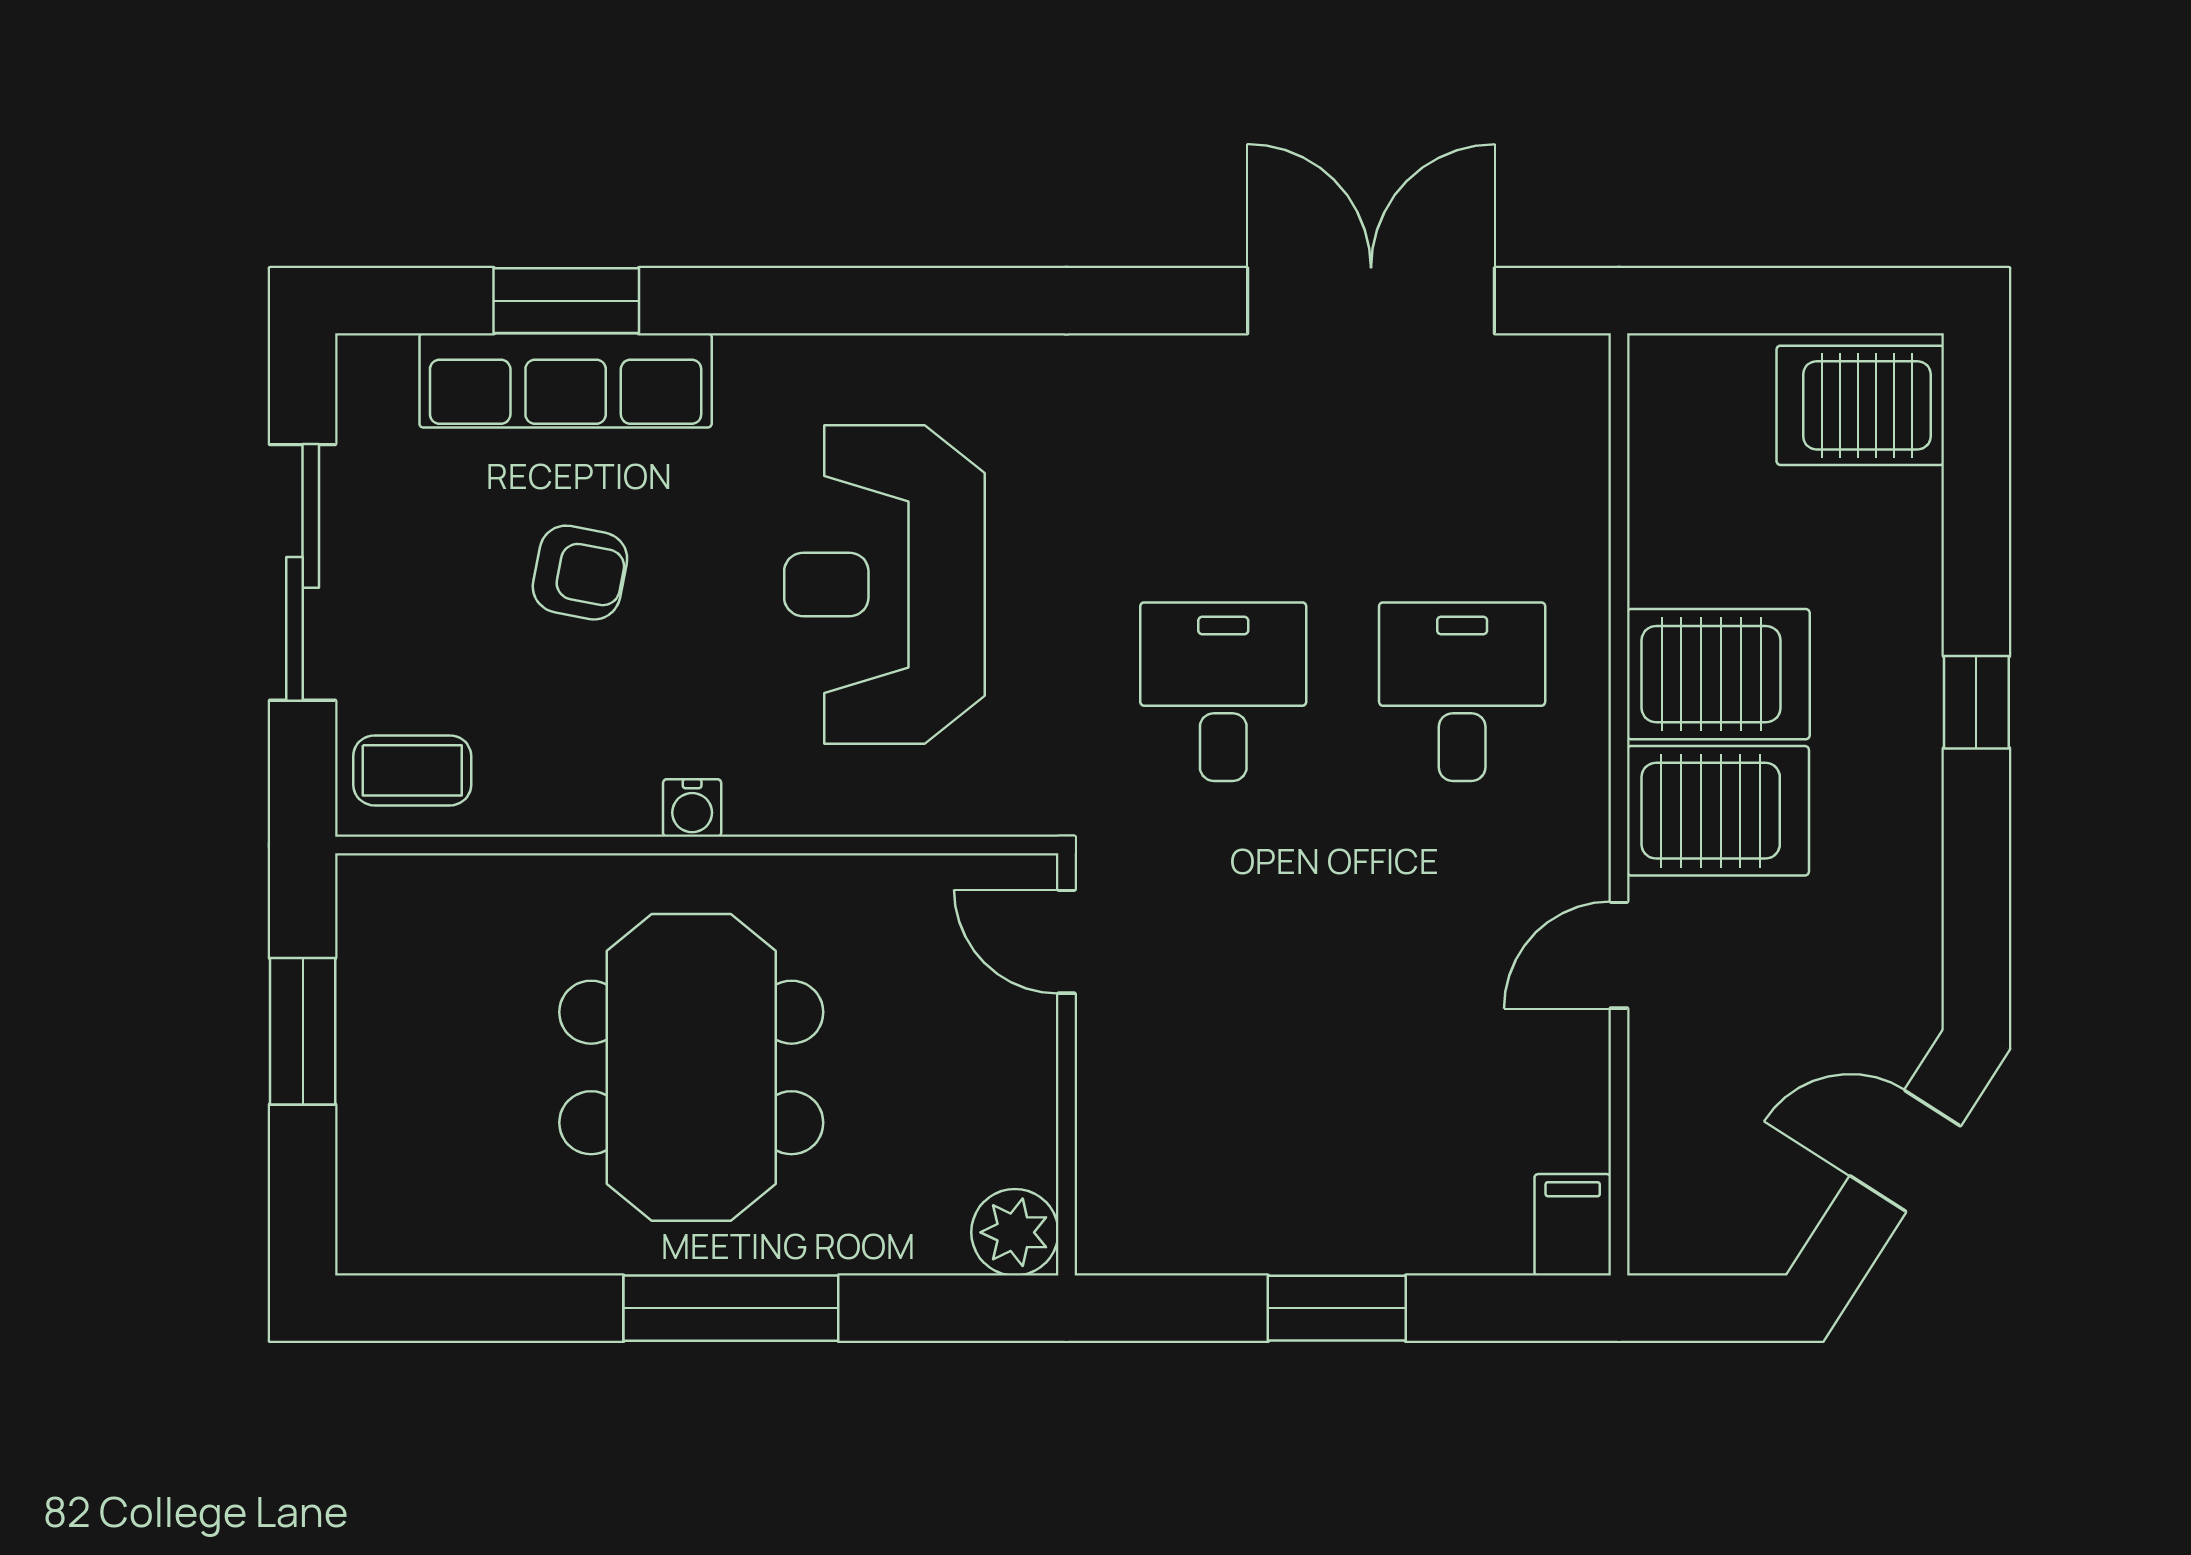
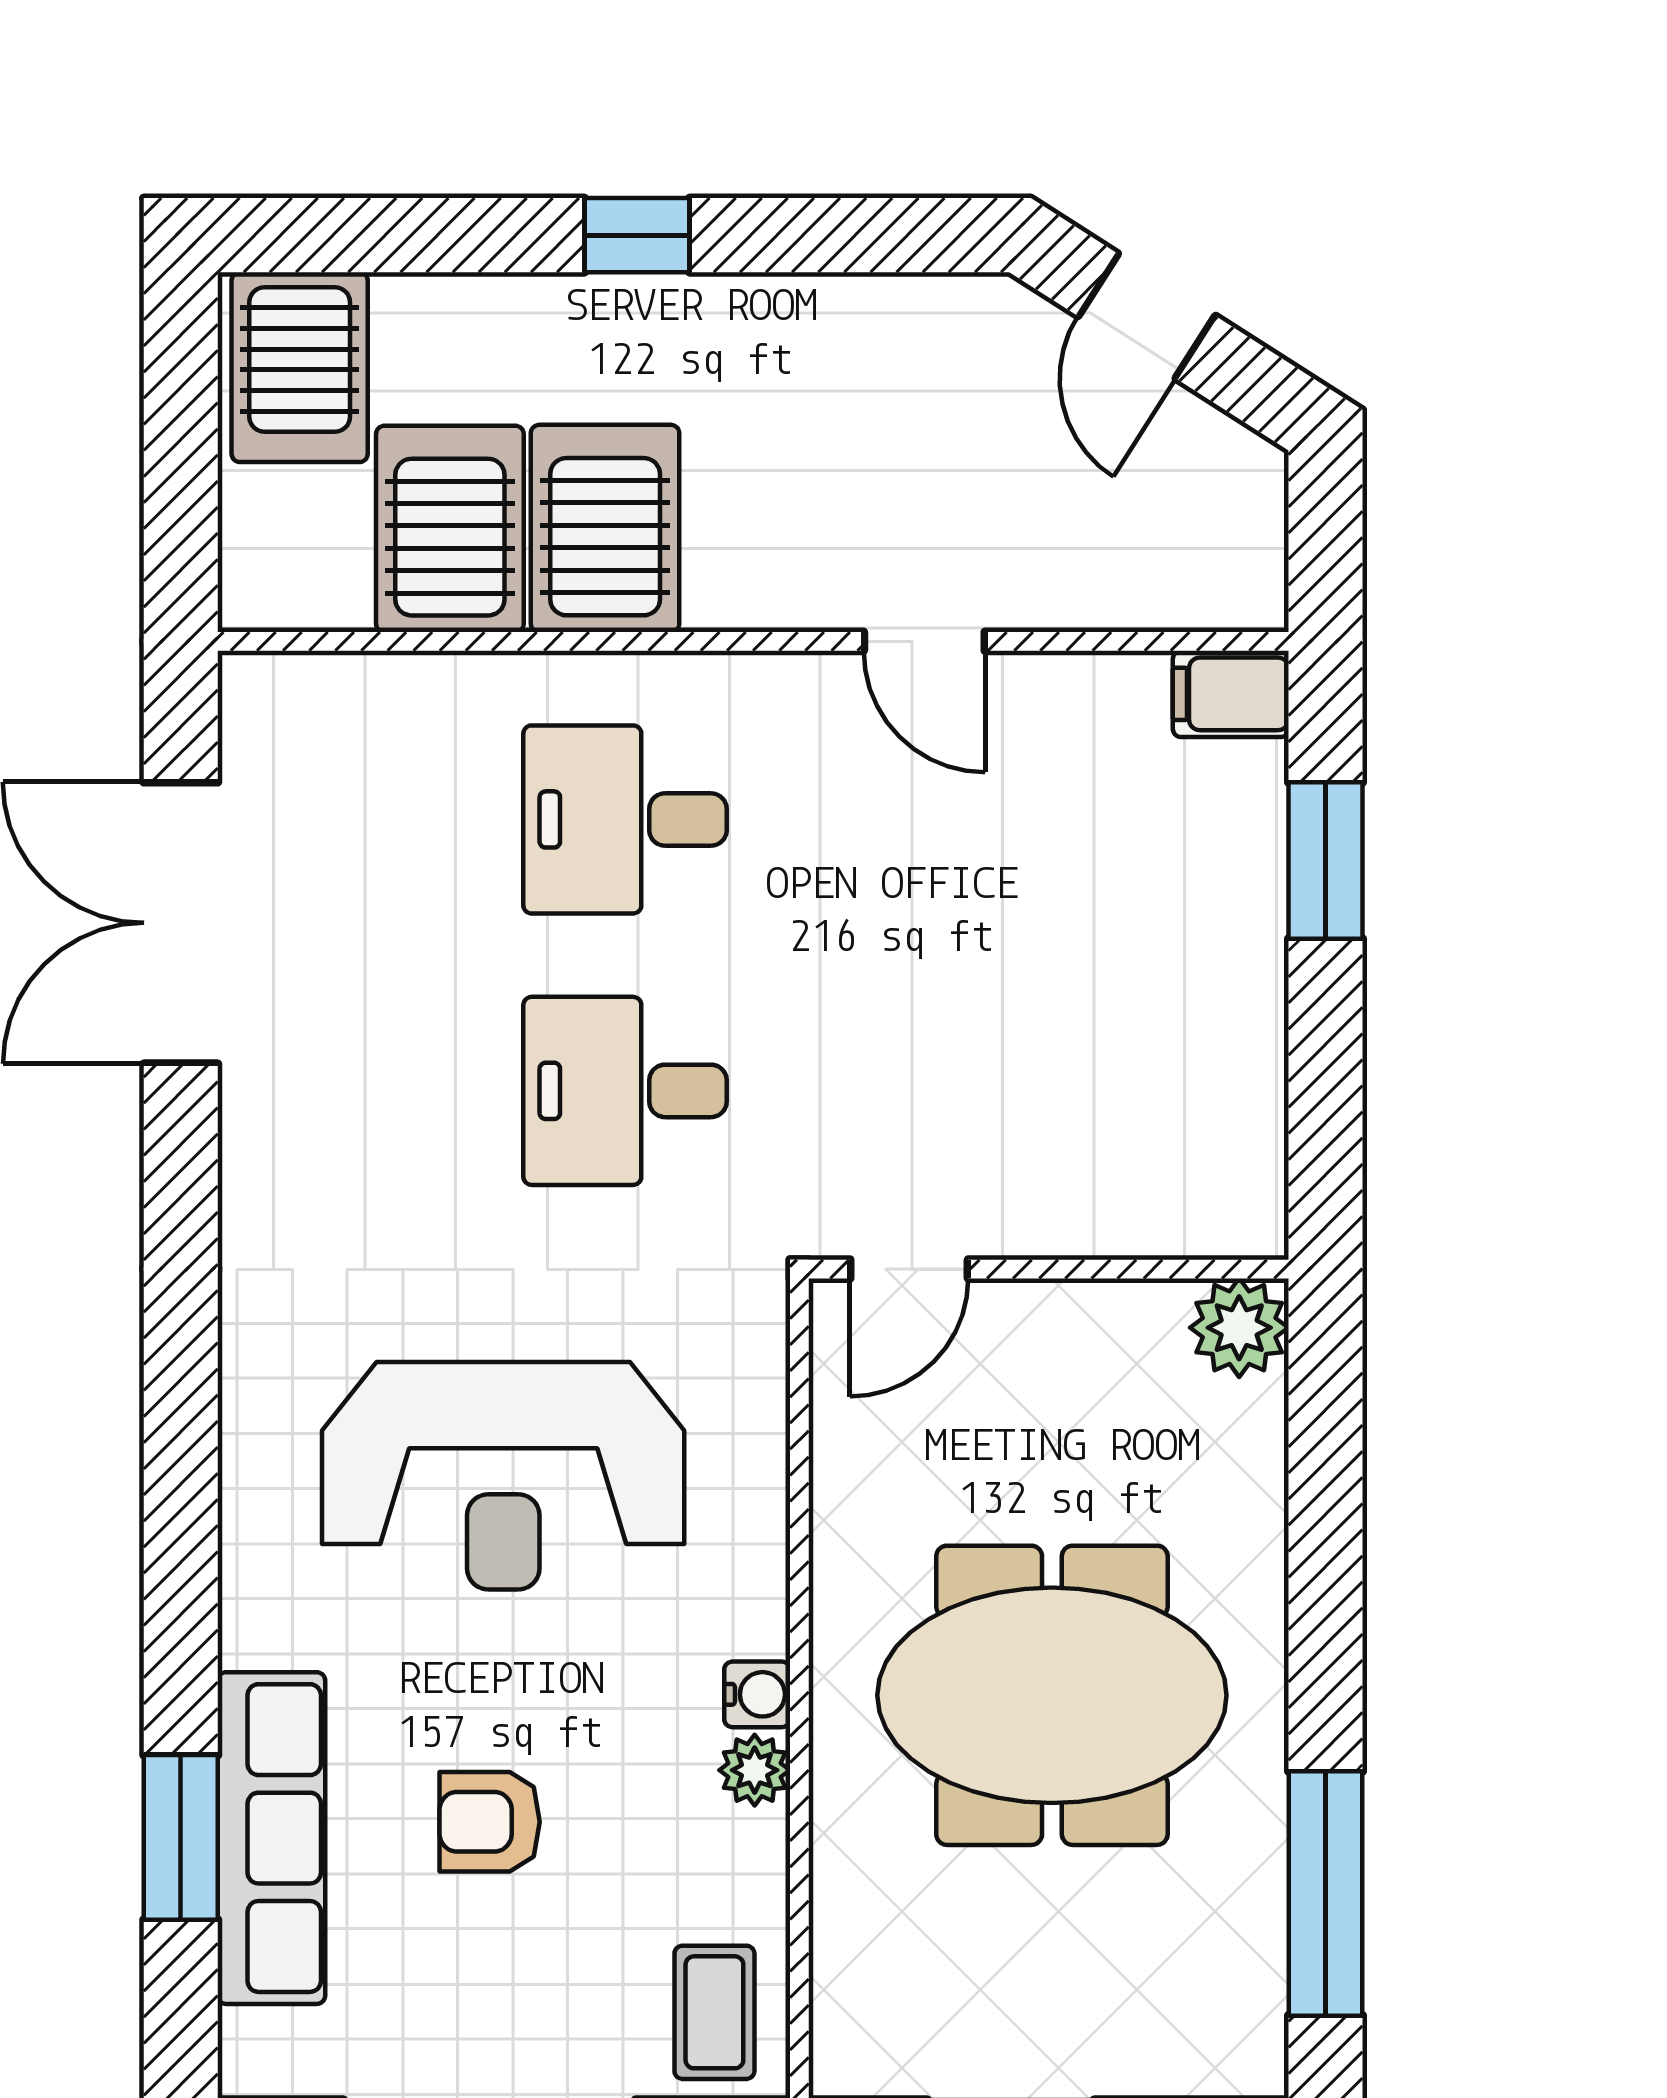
armchair: (580, 573) -> (490, 1822), turned -101
plant: (625, 806) -> (755, 1770), added
server rack: (1718, 811) -> (450, 529), moved
window: (731, 1308) -> (1326, 1893), moved
window: (1337, 1308) -> (1326, 860), moved

